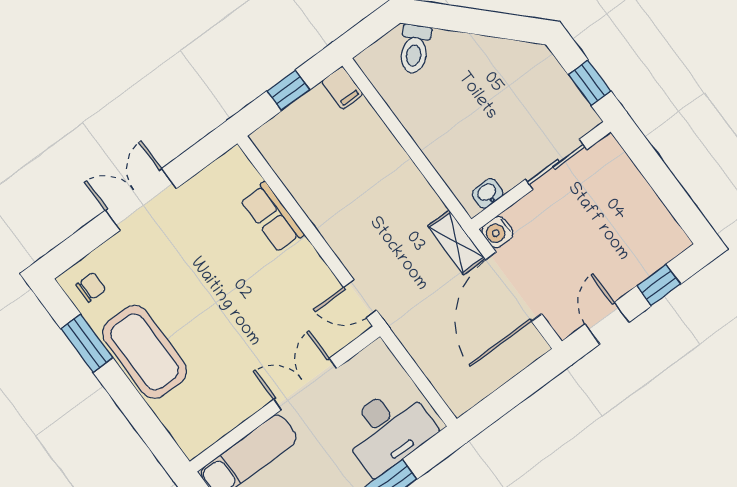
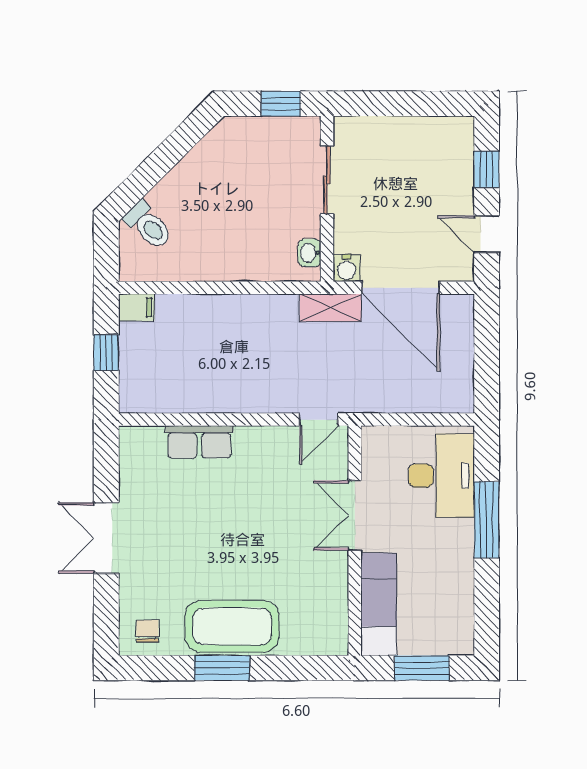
window: (87, 343) -> (222, 668), moved

